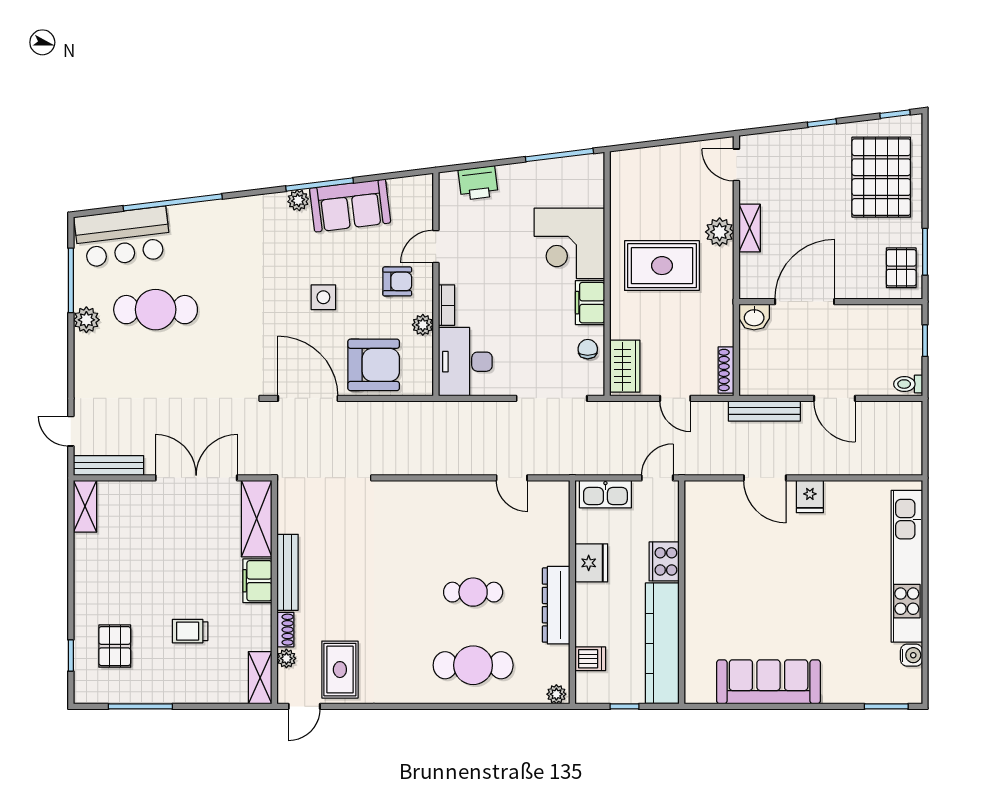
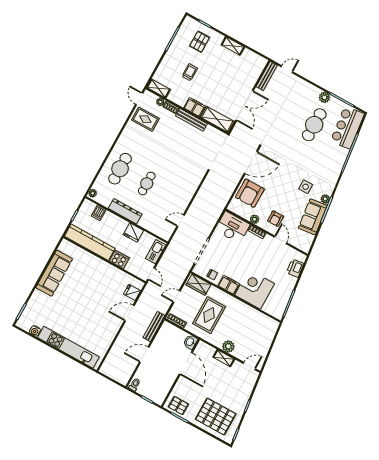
rug: (662, 266) -> (209, 315), moved
side table: (323, 297) -> (306, 187), moved
fridge: (810, 497) -> (132, 292), moved
shelving: (85, 506) -> (233, 46), moved
pallet: (115, 646) -> (200, 42), turned 90

